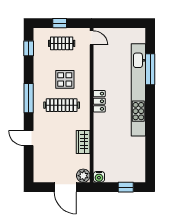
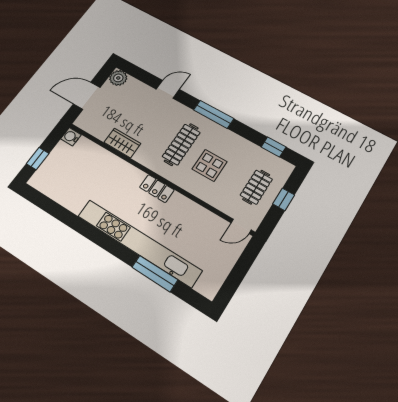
plant: (83, 176) -> (118, 78), moved

